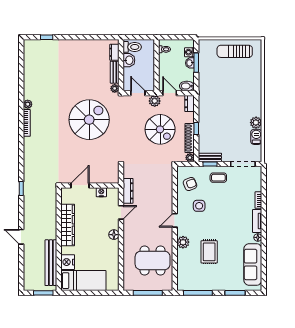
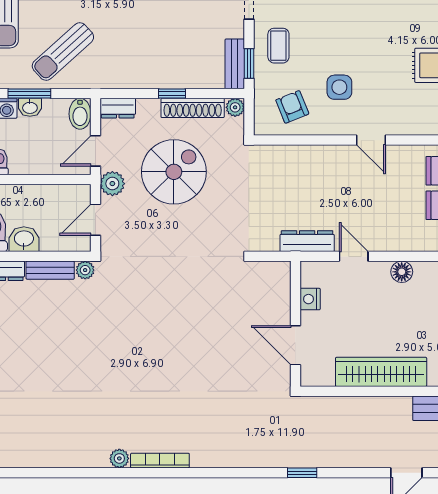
sun lounger: (216, 78) -> (63, 52), added
spiral stairs: (89, 120) -> (153, 325), removed
plant: (183, 242) -> (418, 122), removed

